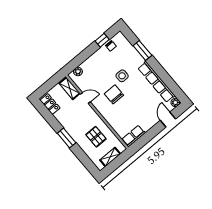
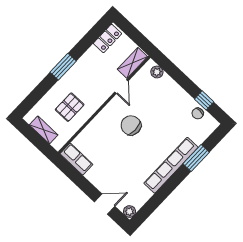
side table: (122, 76) -> (158, 134), removed
row of seats: (156, 82) -> (171, 165), moved
chair: (114, 94) -> (131, 125), turned -90

